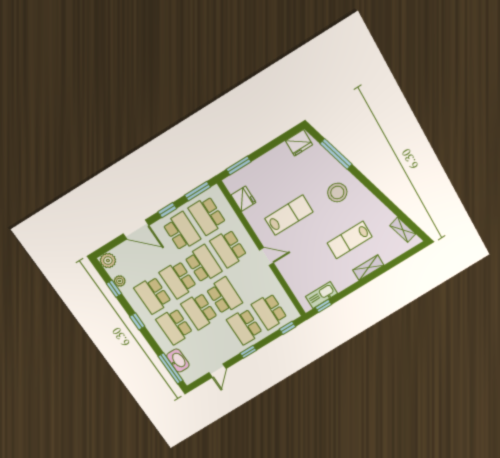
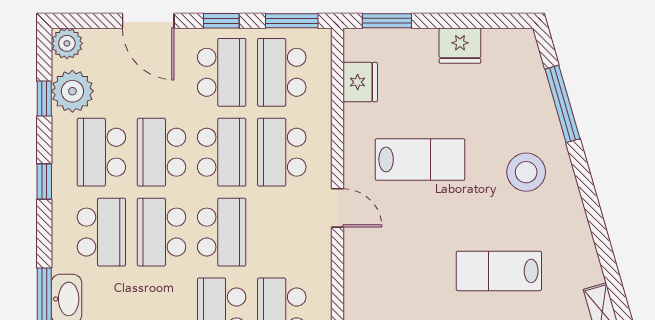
fridge: (299, 143) -> (460, 46), moved
plant: (120, 281) -> (72, 91), width x1.88, depth x1.88
school desk: (175, 326) -> (101, 232), turned 180

